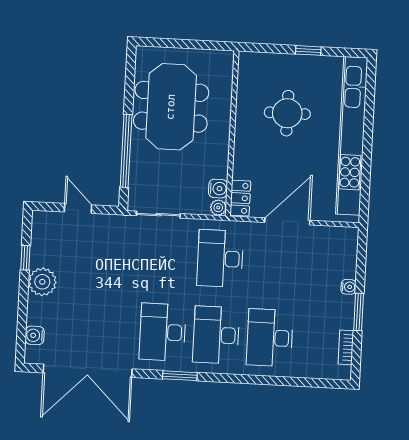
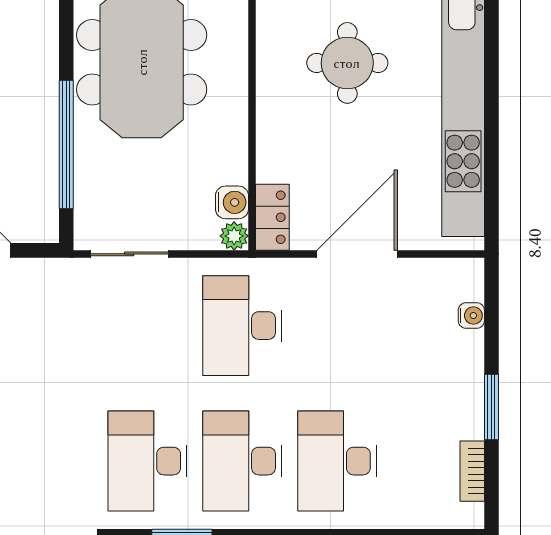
water cooler: (348, 287) -> (471, 316), moved

